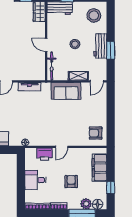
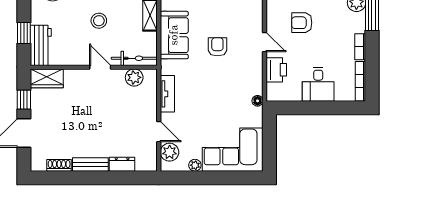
door: (46, 45) -> (100, 67), swing flipped
plant: (40, 66) -> (134, 77), added
armchair: (59, 118) -> (217, 47), added
armchair: (71, 181) -> (302, 23), moved

